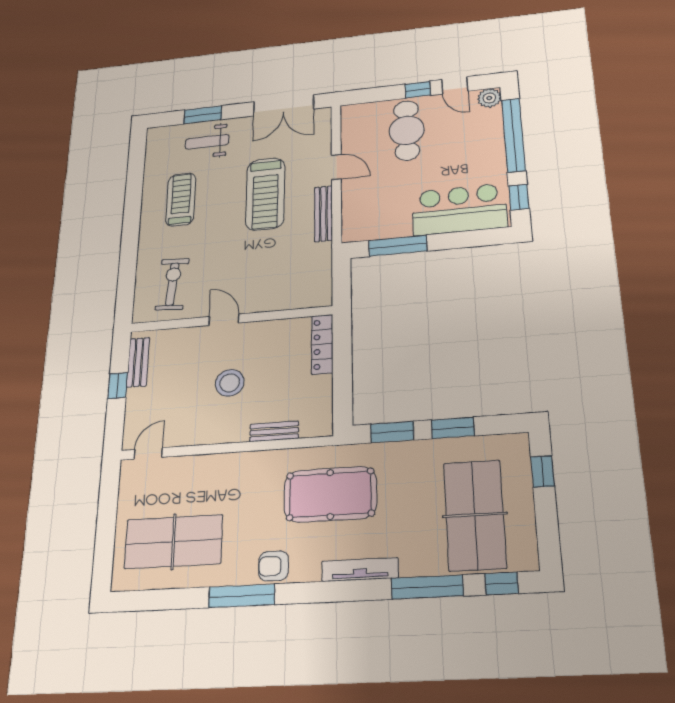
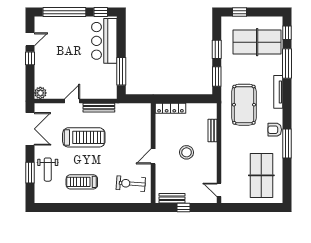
plant: (489, 98) -> (40, 93), moved
cafe table: (407, 130) -> (55, 65), removed
armchair: (273, 566) -> (275, 130), turned 90

